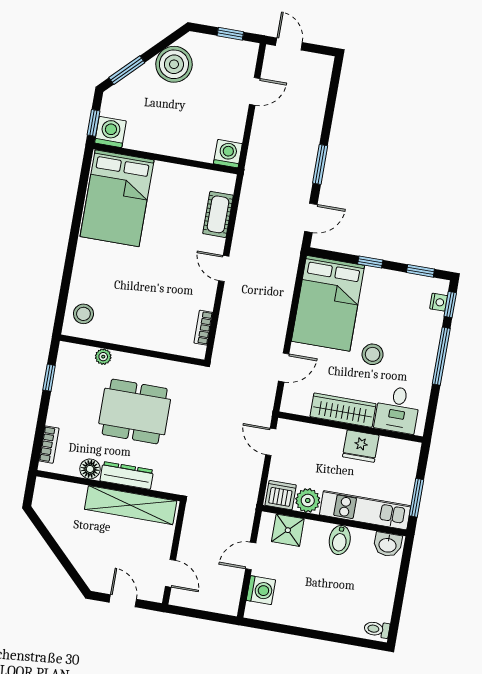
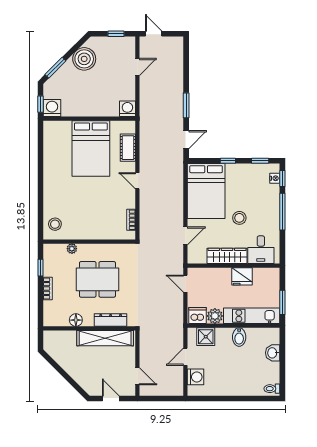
bed: (117, 198) -> (91, 149), moved
bookcase: (49, 445) -> (48, 289), moved
dresser: (127, 475) -> (111, 320), moved
washbasin: (388, 545) -> (273, 353), moved, turned 90

